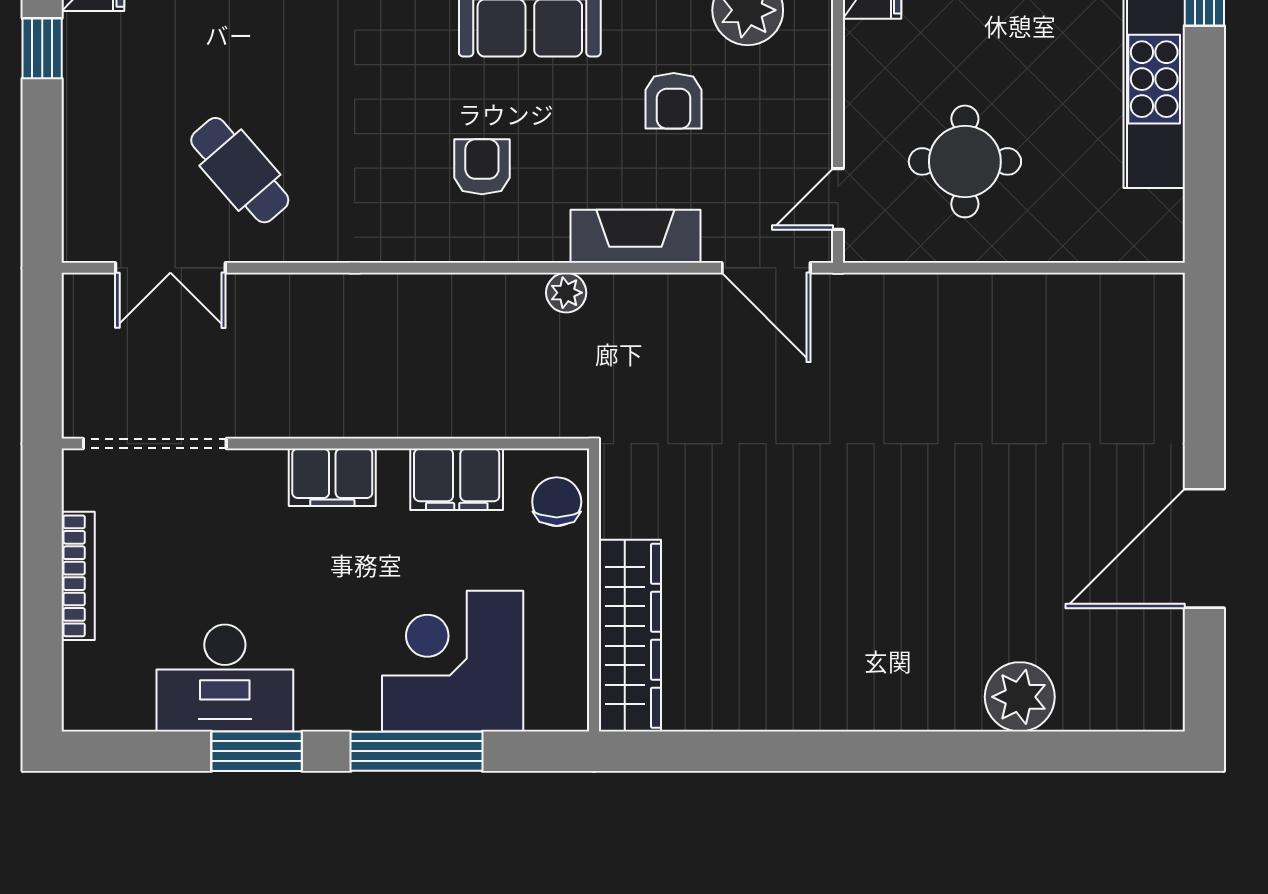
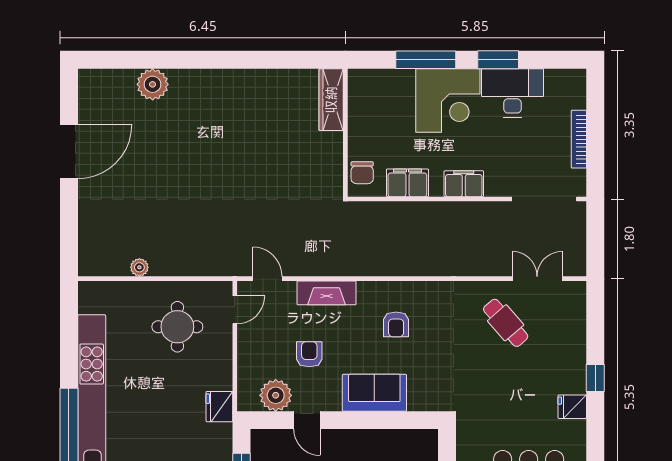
door: (766, 268) -> (267, 279), width x0.73
plant: (566, 293) -> (139, 267), moved
wardrobe: (630, 636) -> (331, 100), width x0.71, depth x0.85
corner desk: (453, 661) -> (448, 100), moved

